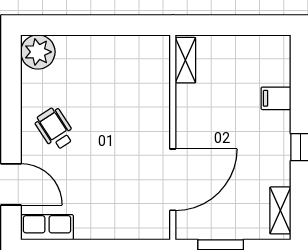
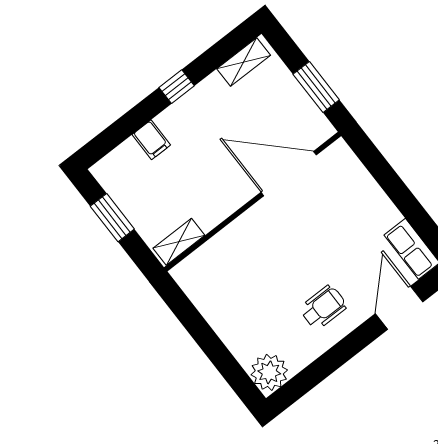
window: (241, 25) -> (112, 218), added
wheelchair: (55, 129) -> (323, 307), turned -147

